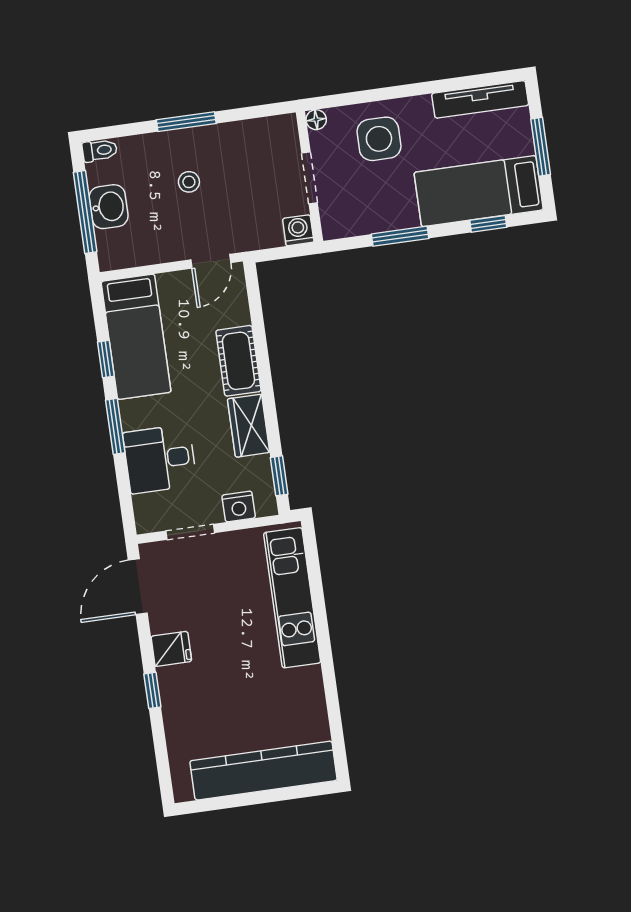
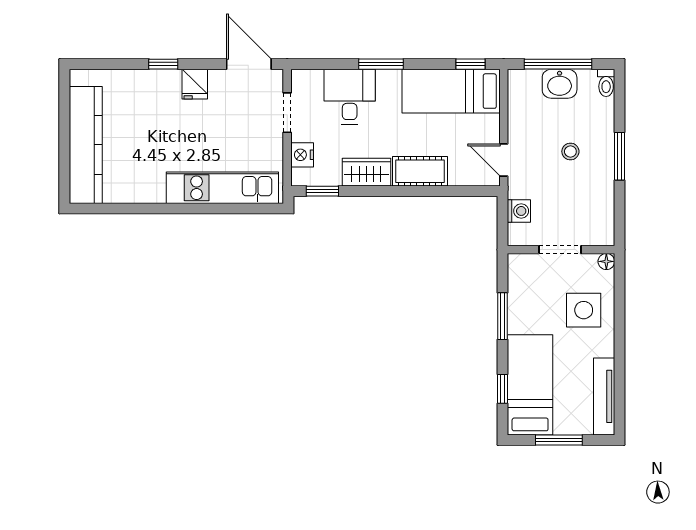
washing machine: (298, 230) -> (519, 211), moved
window: (106, 359) -> (471, 64), moved

